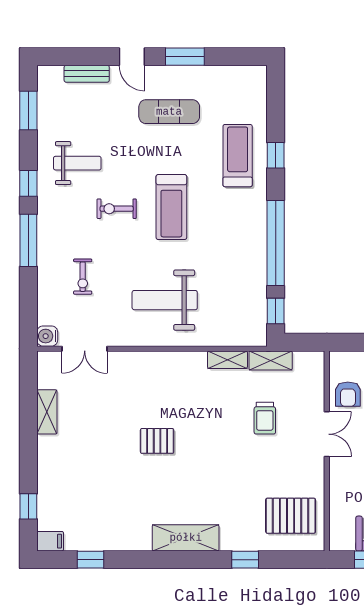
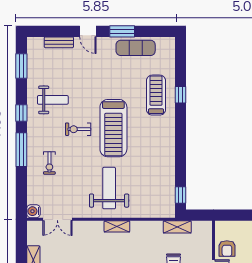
exercise mat: (169, 112) -> (136, 48), moved
treadmill: (171, 207) -> (113, 128), width x1.37, depth x1.38
window: (276, 243) -> (181, 151), removed
exercise bike: (83, 277) -> (49, 163), moved
weight bench: (165, 300) -> (109, 188), turned 90
shelving: (227, 360) -> (117, 226), moved

